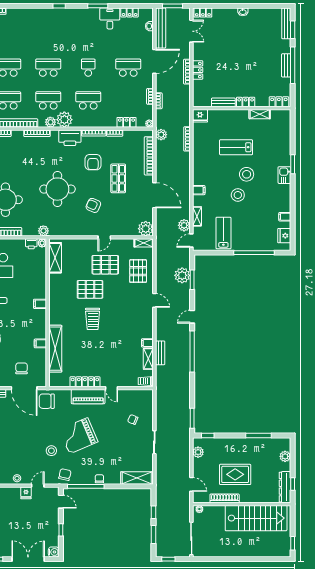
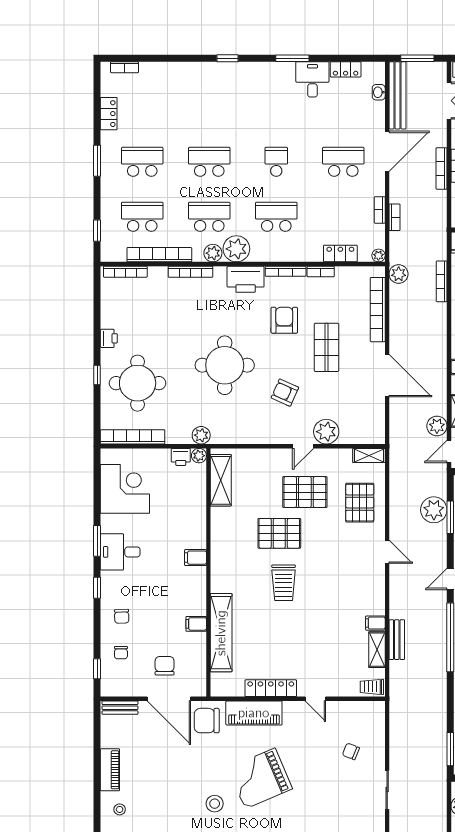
armchair: (93, 162) -> (284, 320), turned 180
plant: (146, 229) -> (326, 432), moved
piano: (88, 397) -> (254, 713), moved

